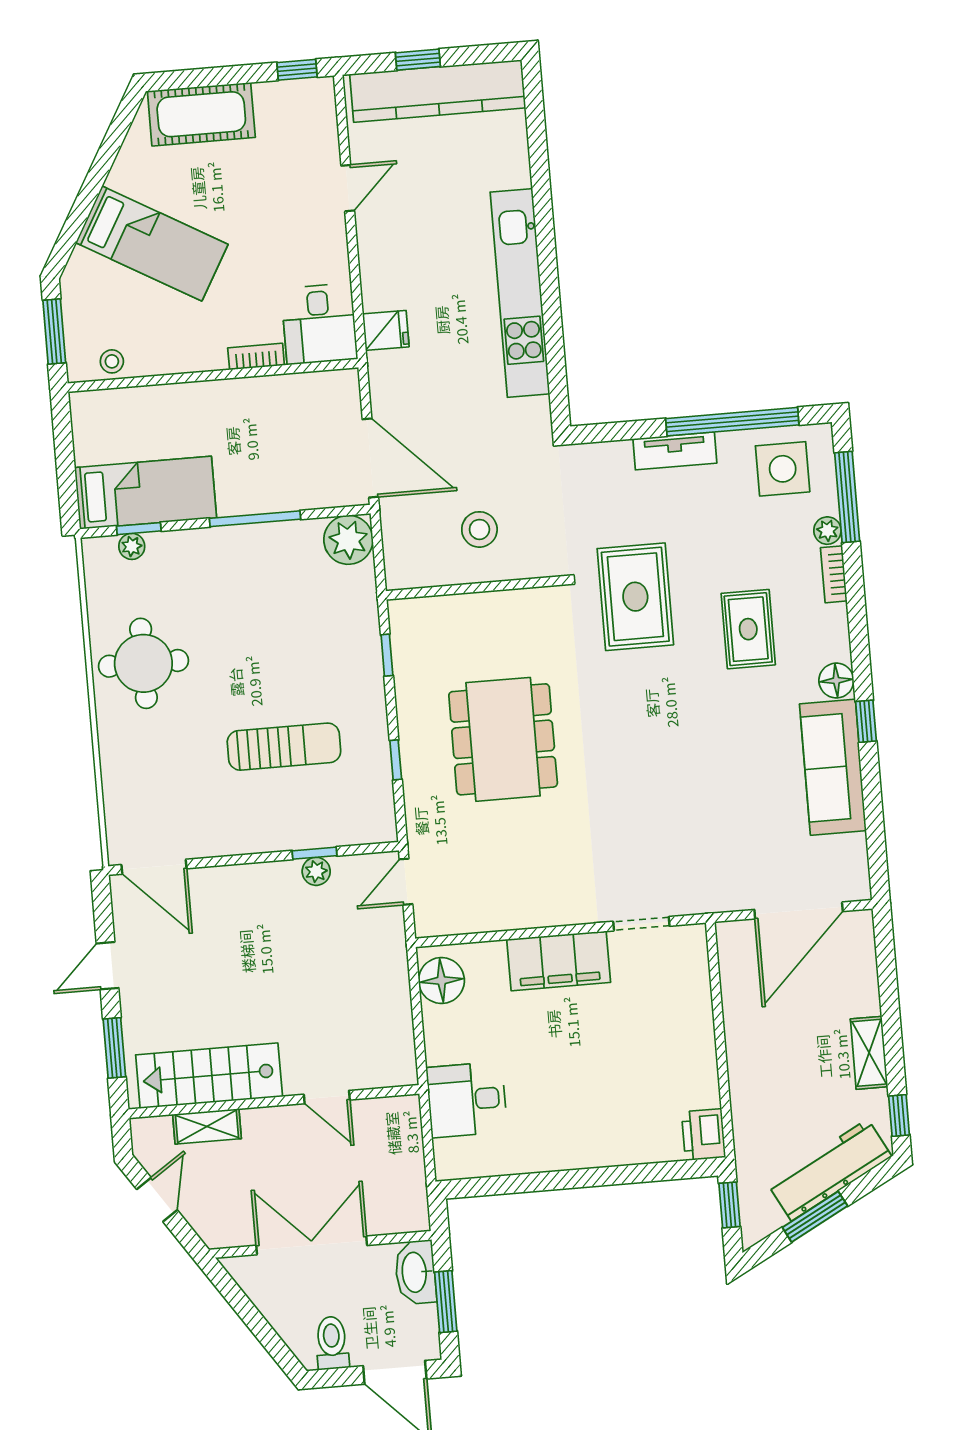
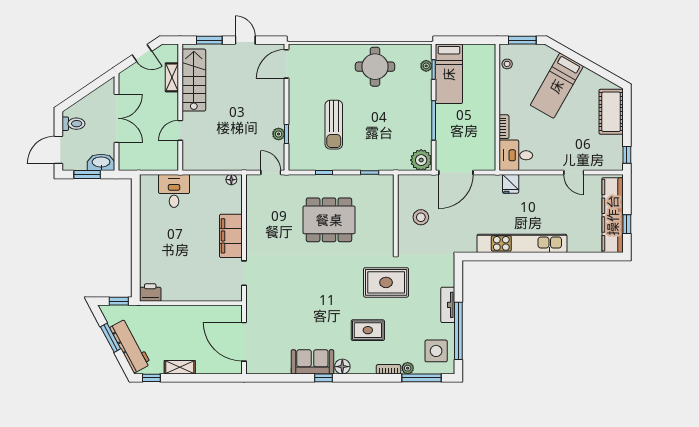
window: (418, 60) -> (627, 224), moved
sofa: (833, 767) -> (312, 362), width x0.73
floor lamp: (441, 981) -> (231, 180), width x0.53, depth x0.53

